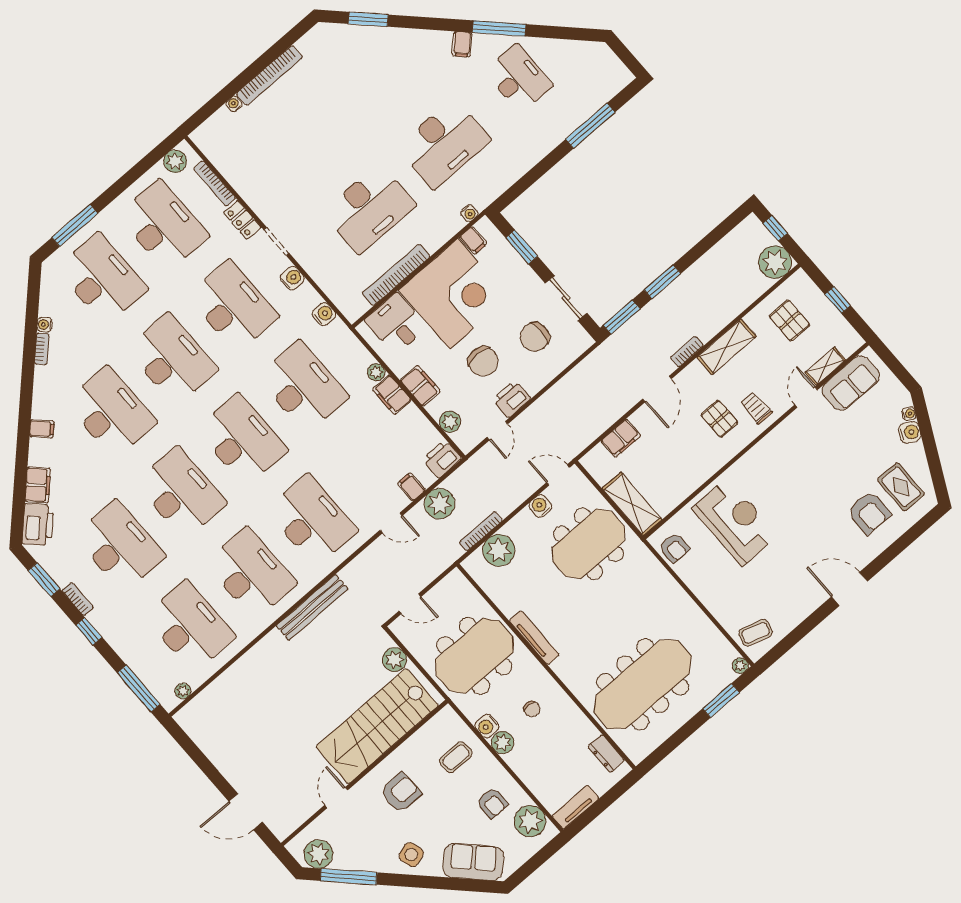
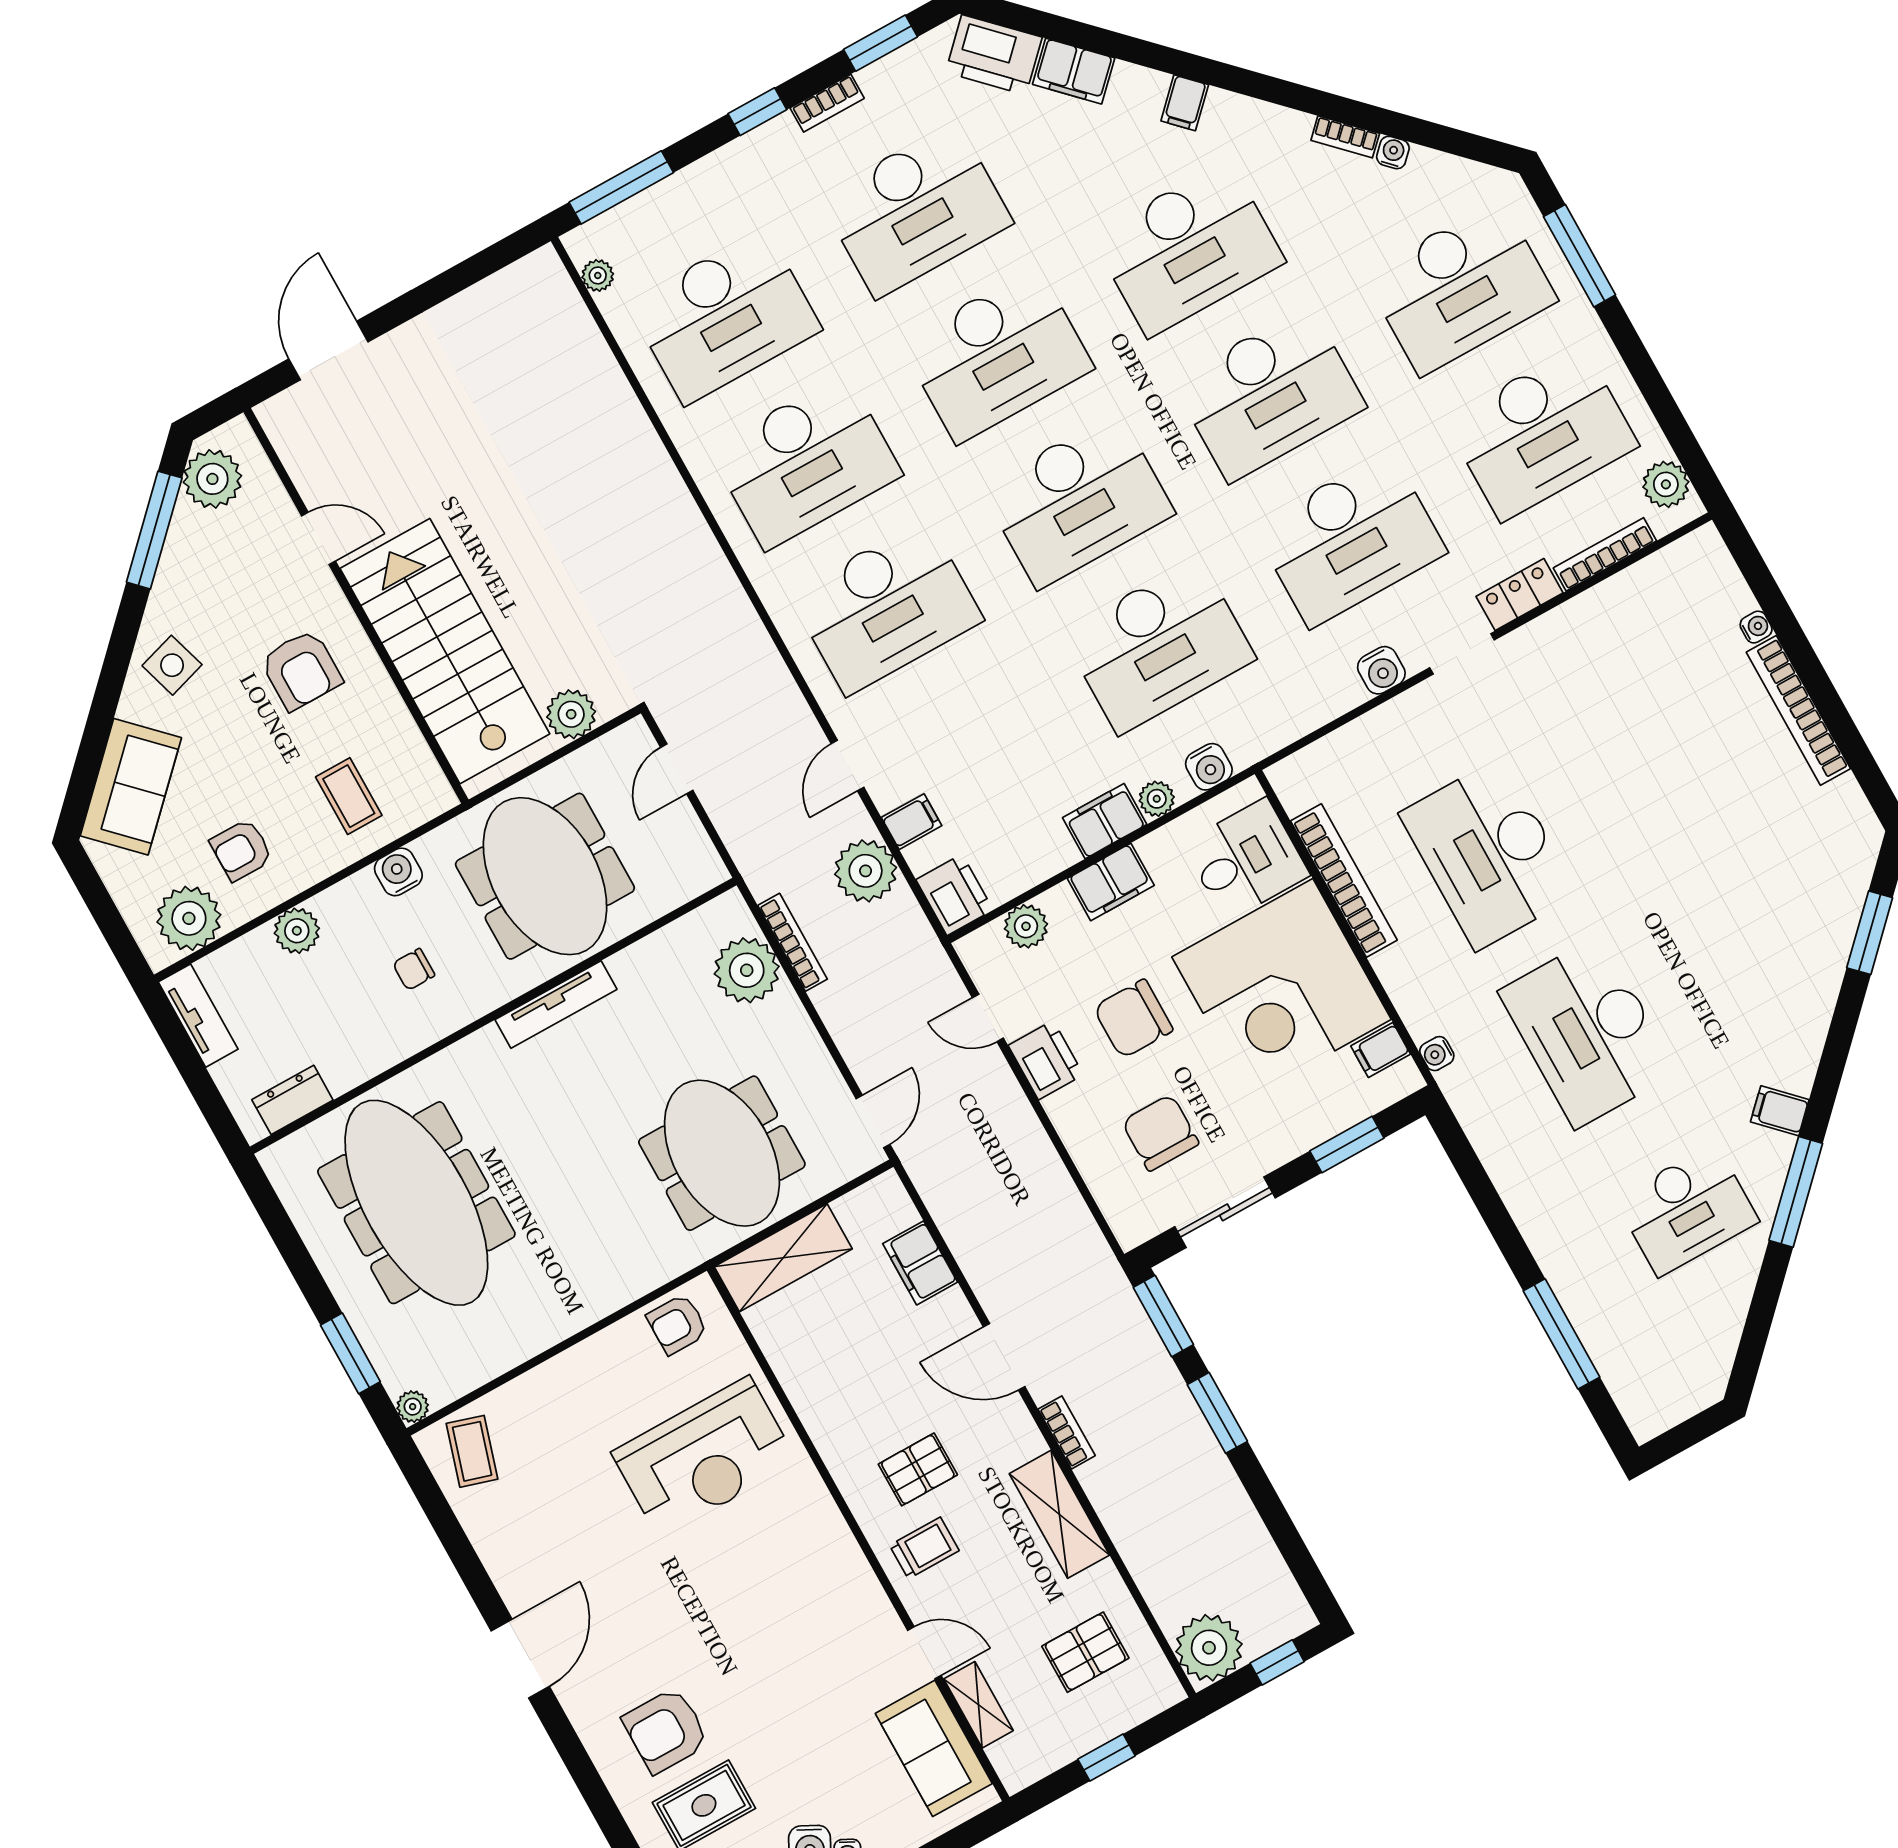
water cooler: (324, 314) -> (1209, 767), moved
water cooler: (540, 506) -> (818, 1072), removed
bench: (312, 607) -> (711, 571), removed
plant: (503, 743) -> (297, 931), moved

